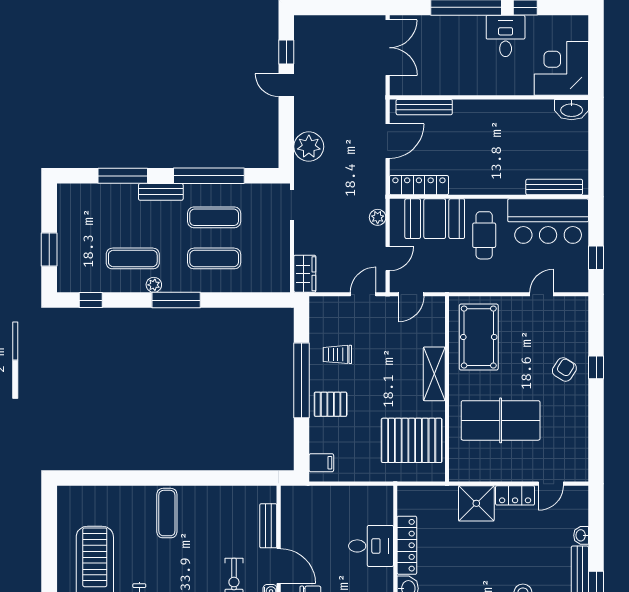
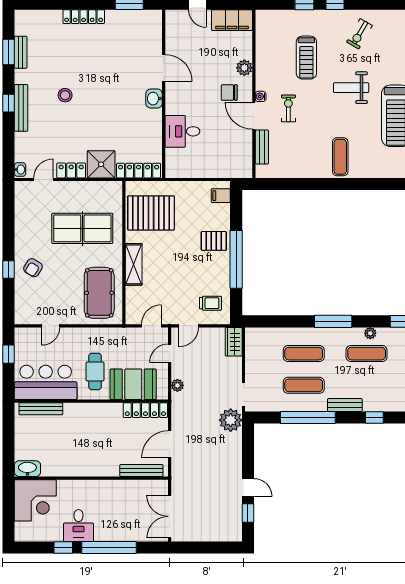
plant: (309, 147) -> (231, 420), moved
window: (123, 176) -> (374, 417), width x0.46
plant: (154, 285) -> (370, 333), moved
trolley: (337, 354) -> (210, 303), moved
washbasin: (581, 535) -> (20, 170), moved
locker: (407, 545) -> (139, 171), moved, turned 90

